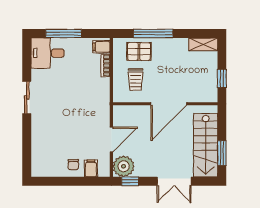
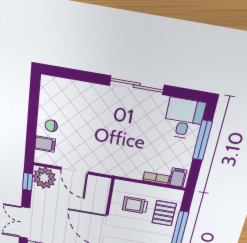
sliding door: (27, 97) -> (137, 85), width x1.37

